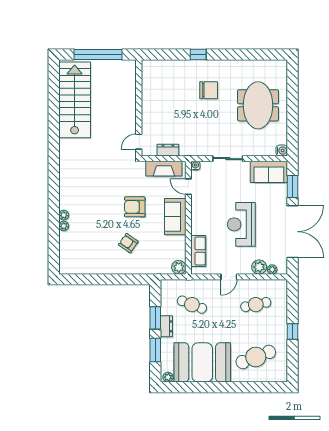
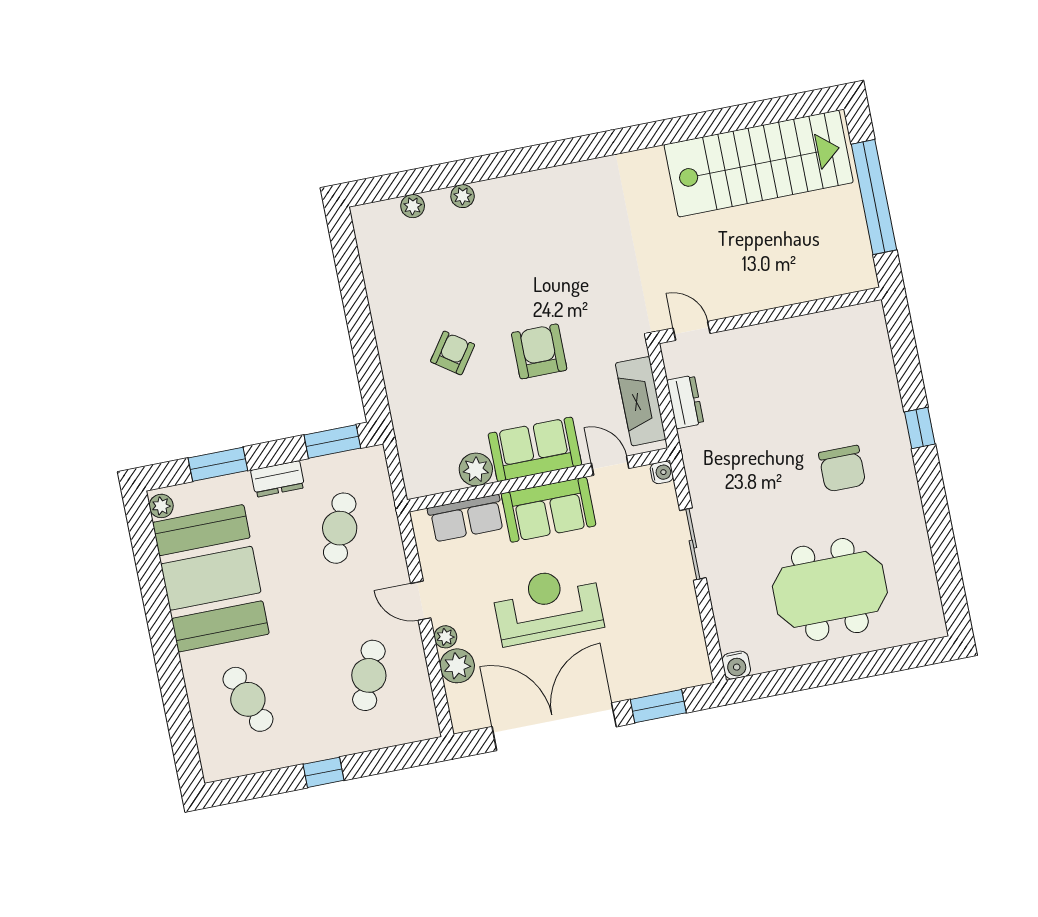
sofa: (269, 172) -> (549, 510), moved, turned -90
door: (188, 187) -> (610, 466), hinge flipped
plant: (64, 215) -> (413, 206), moved
double door: (292, 232) -> (554, 727), swing flipped
plant: (179, 267) -> (476, 469), moved
plant: (272, 269) -> (445, 637), moved
cafe table: (256, 305) -> (369, 675), turned 33
window: (155, 318) -> (332, 442), moved
cafe table: (256, 357) -> (248, 699), width x0.73, depth x0.74

